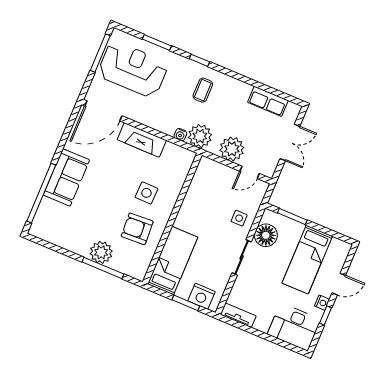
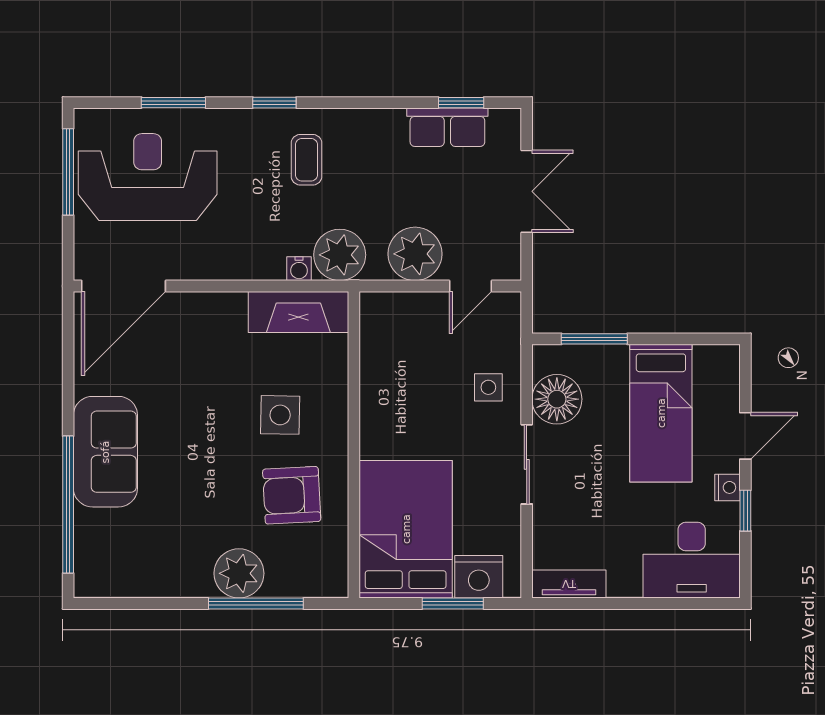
window: (278, 93) -> (461, 103), added
fireplace: (142, 140) -> (298, 312), moved
bed: (173, 261) -> (406, 529), width x1.50

